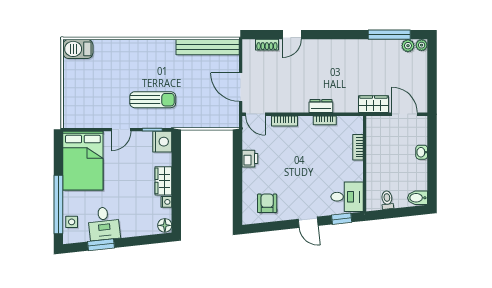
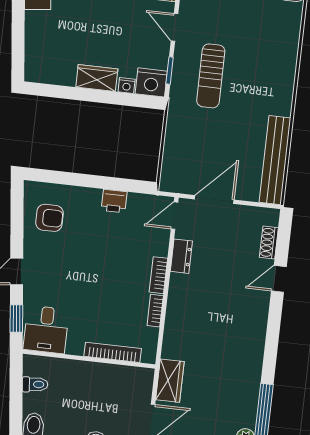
door: (292, 35) -> (279, 279), hinge flipped
dresser: (321, 106) -> (181, 256), moved
bookcase: (284, 121) -> (158, 275), moved
bookcase: (358, 147) -> (113, 352), width x1.56
nightstand: (166, 202) -> (127, 86), moved
floor lamp: (165, 225) -> (35, 73), removed

